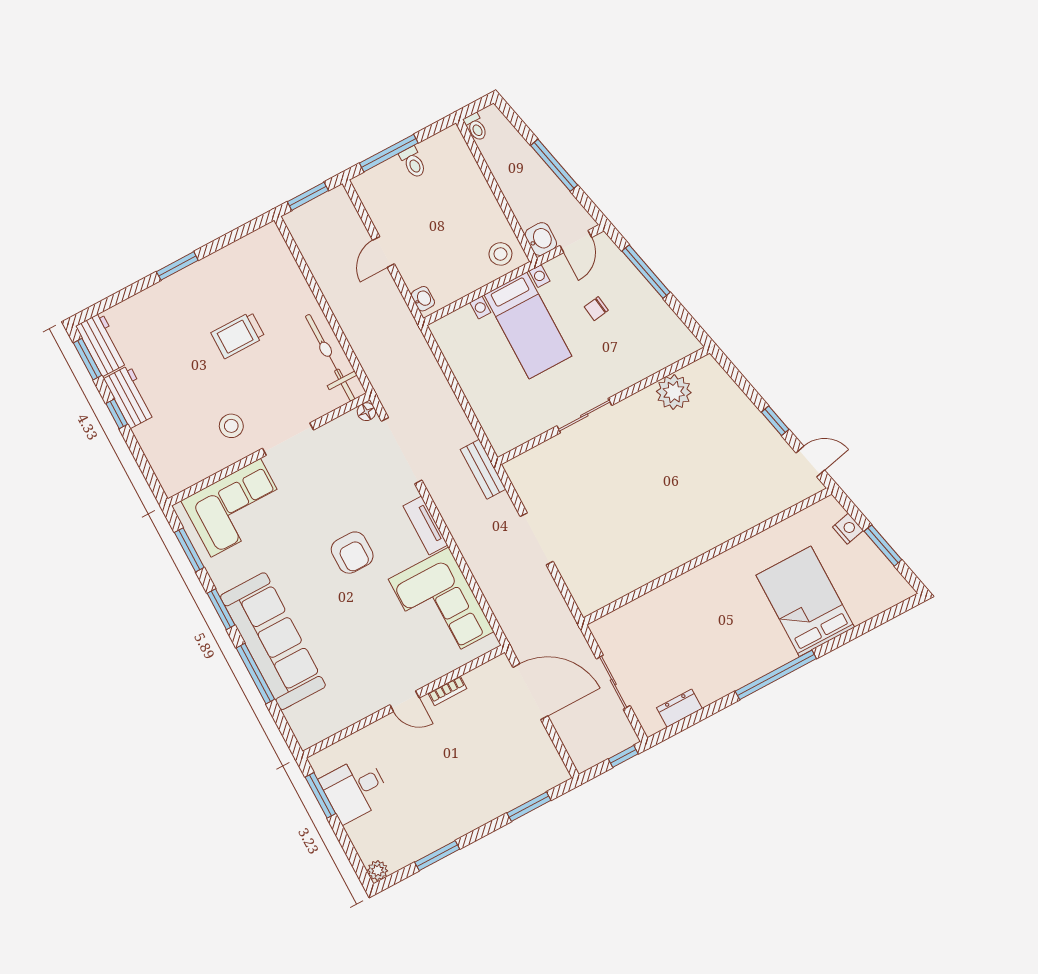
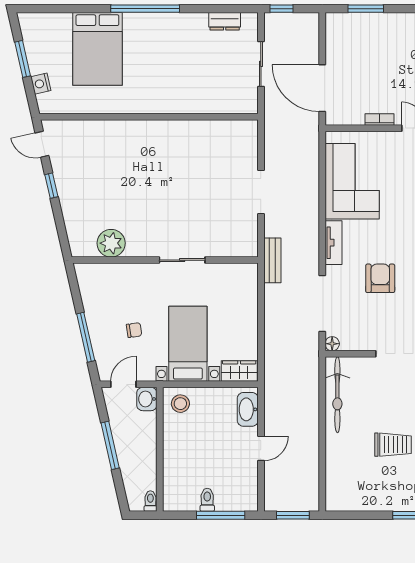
washbasin: (423, 299) -> (248, 409), width x1.91, depth x1.45
wardrobe: (454, 326) -> (239, 371), added
armchair: (352, 553) -> (380, 278), moved

